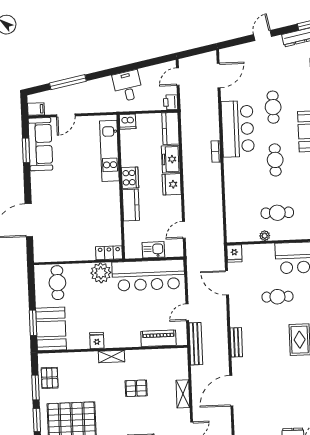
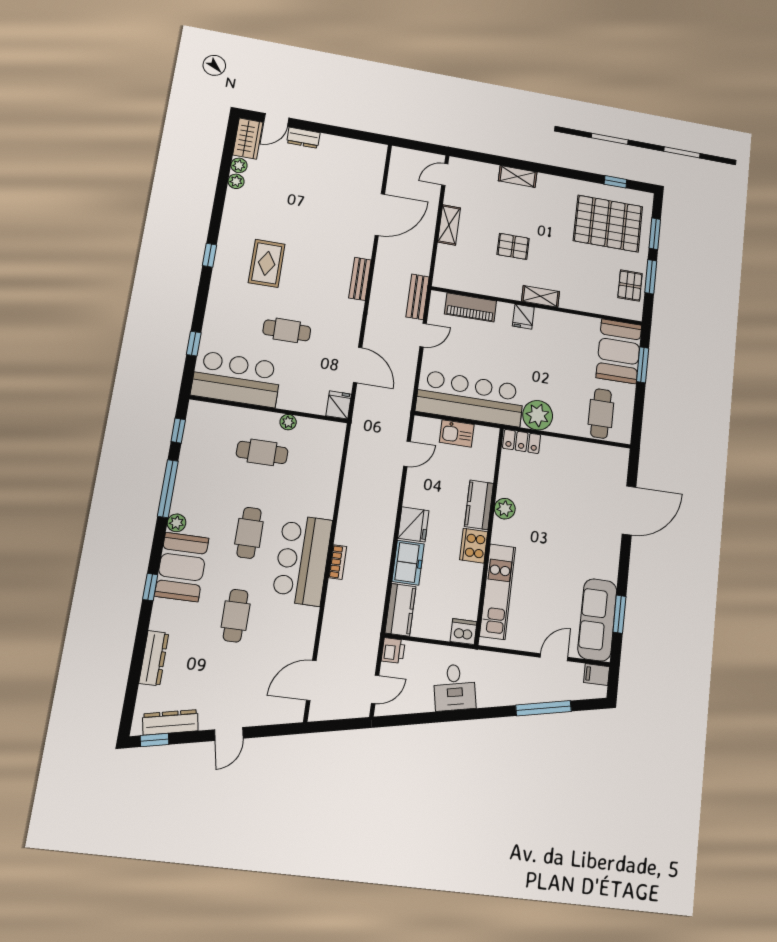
bar counter: (238, 129) -> (302, 560), moved
plant: (113, 206) -> (505, 509), added
fridge: (97, 340) -> (523, 317), moved
bench: (196, 344) -> (418, 297), width x0.73

